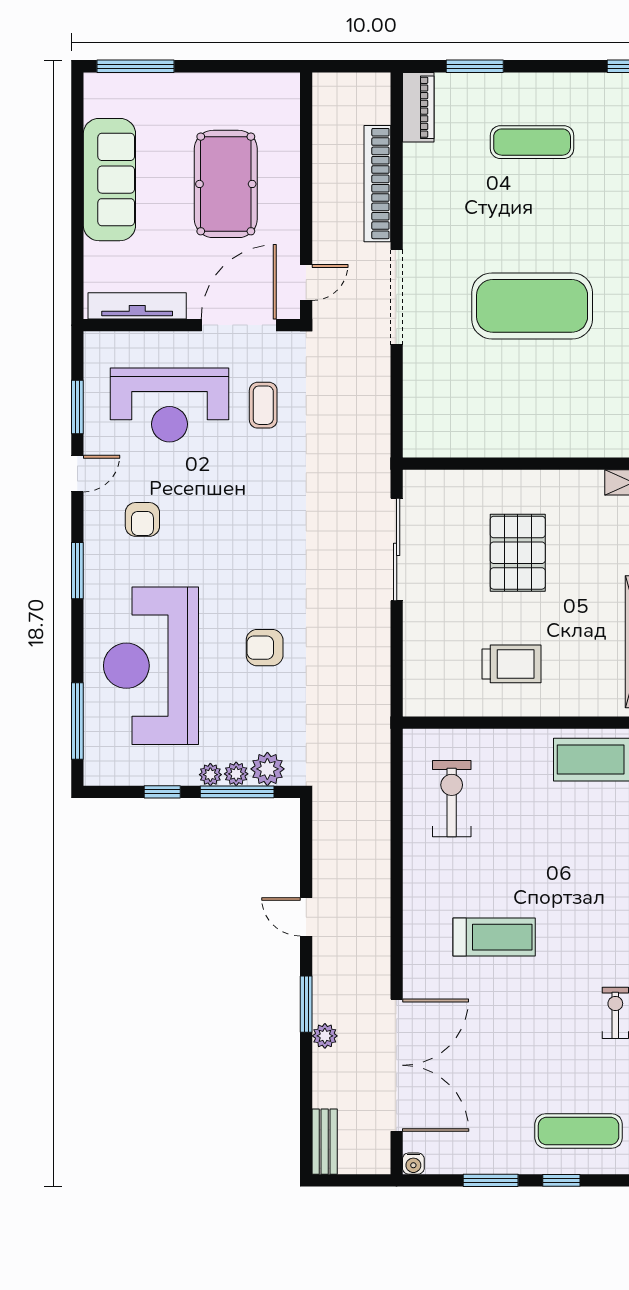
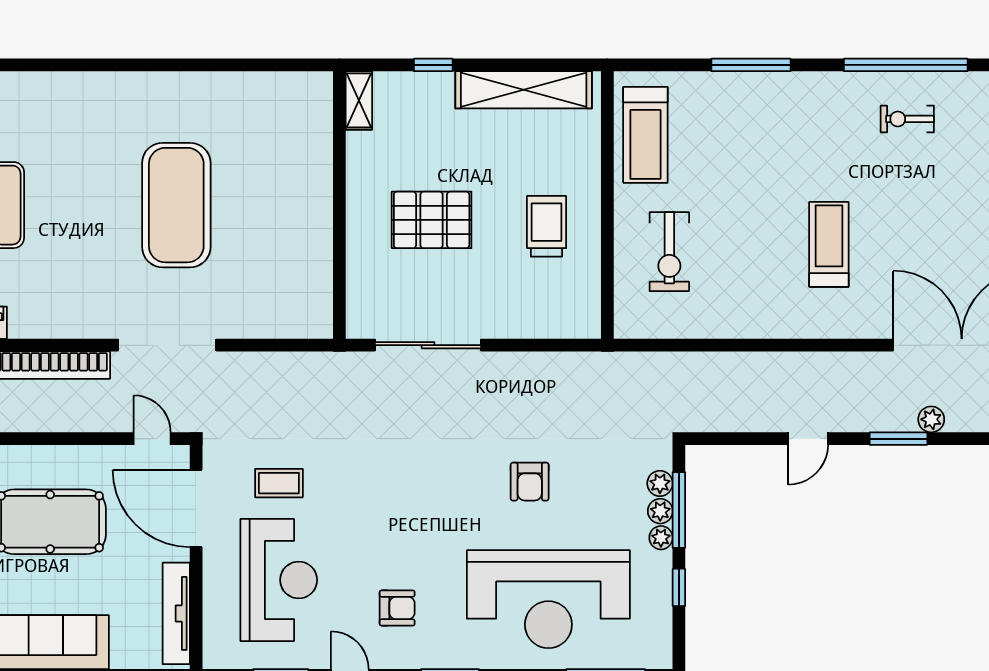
plant: (267, 769) -> (660, 483), width x0.73, depth x0.73
exercise bike: (452, 799) -> (669, 252), moved, turned -90

